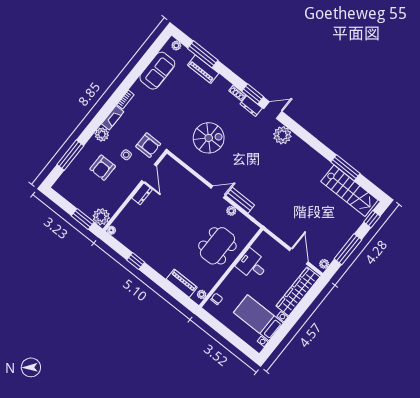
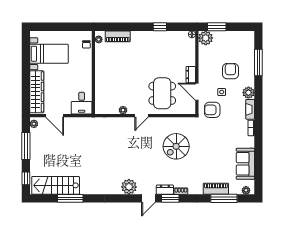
bench: (240, 200) -> (123, 122), removed
dining table: (217, 246) -> (162, 93), moved
desk: (252, 265) -> (82, 103), moved, turned 90

